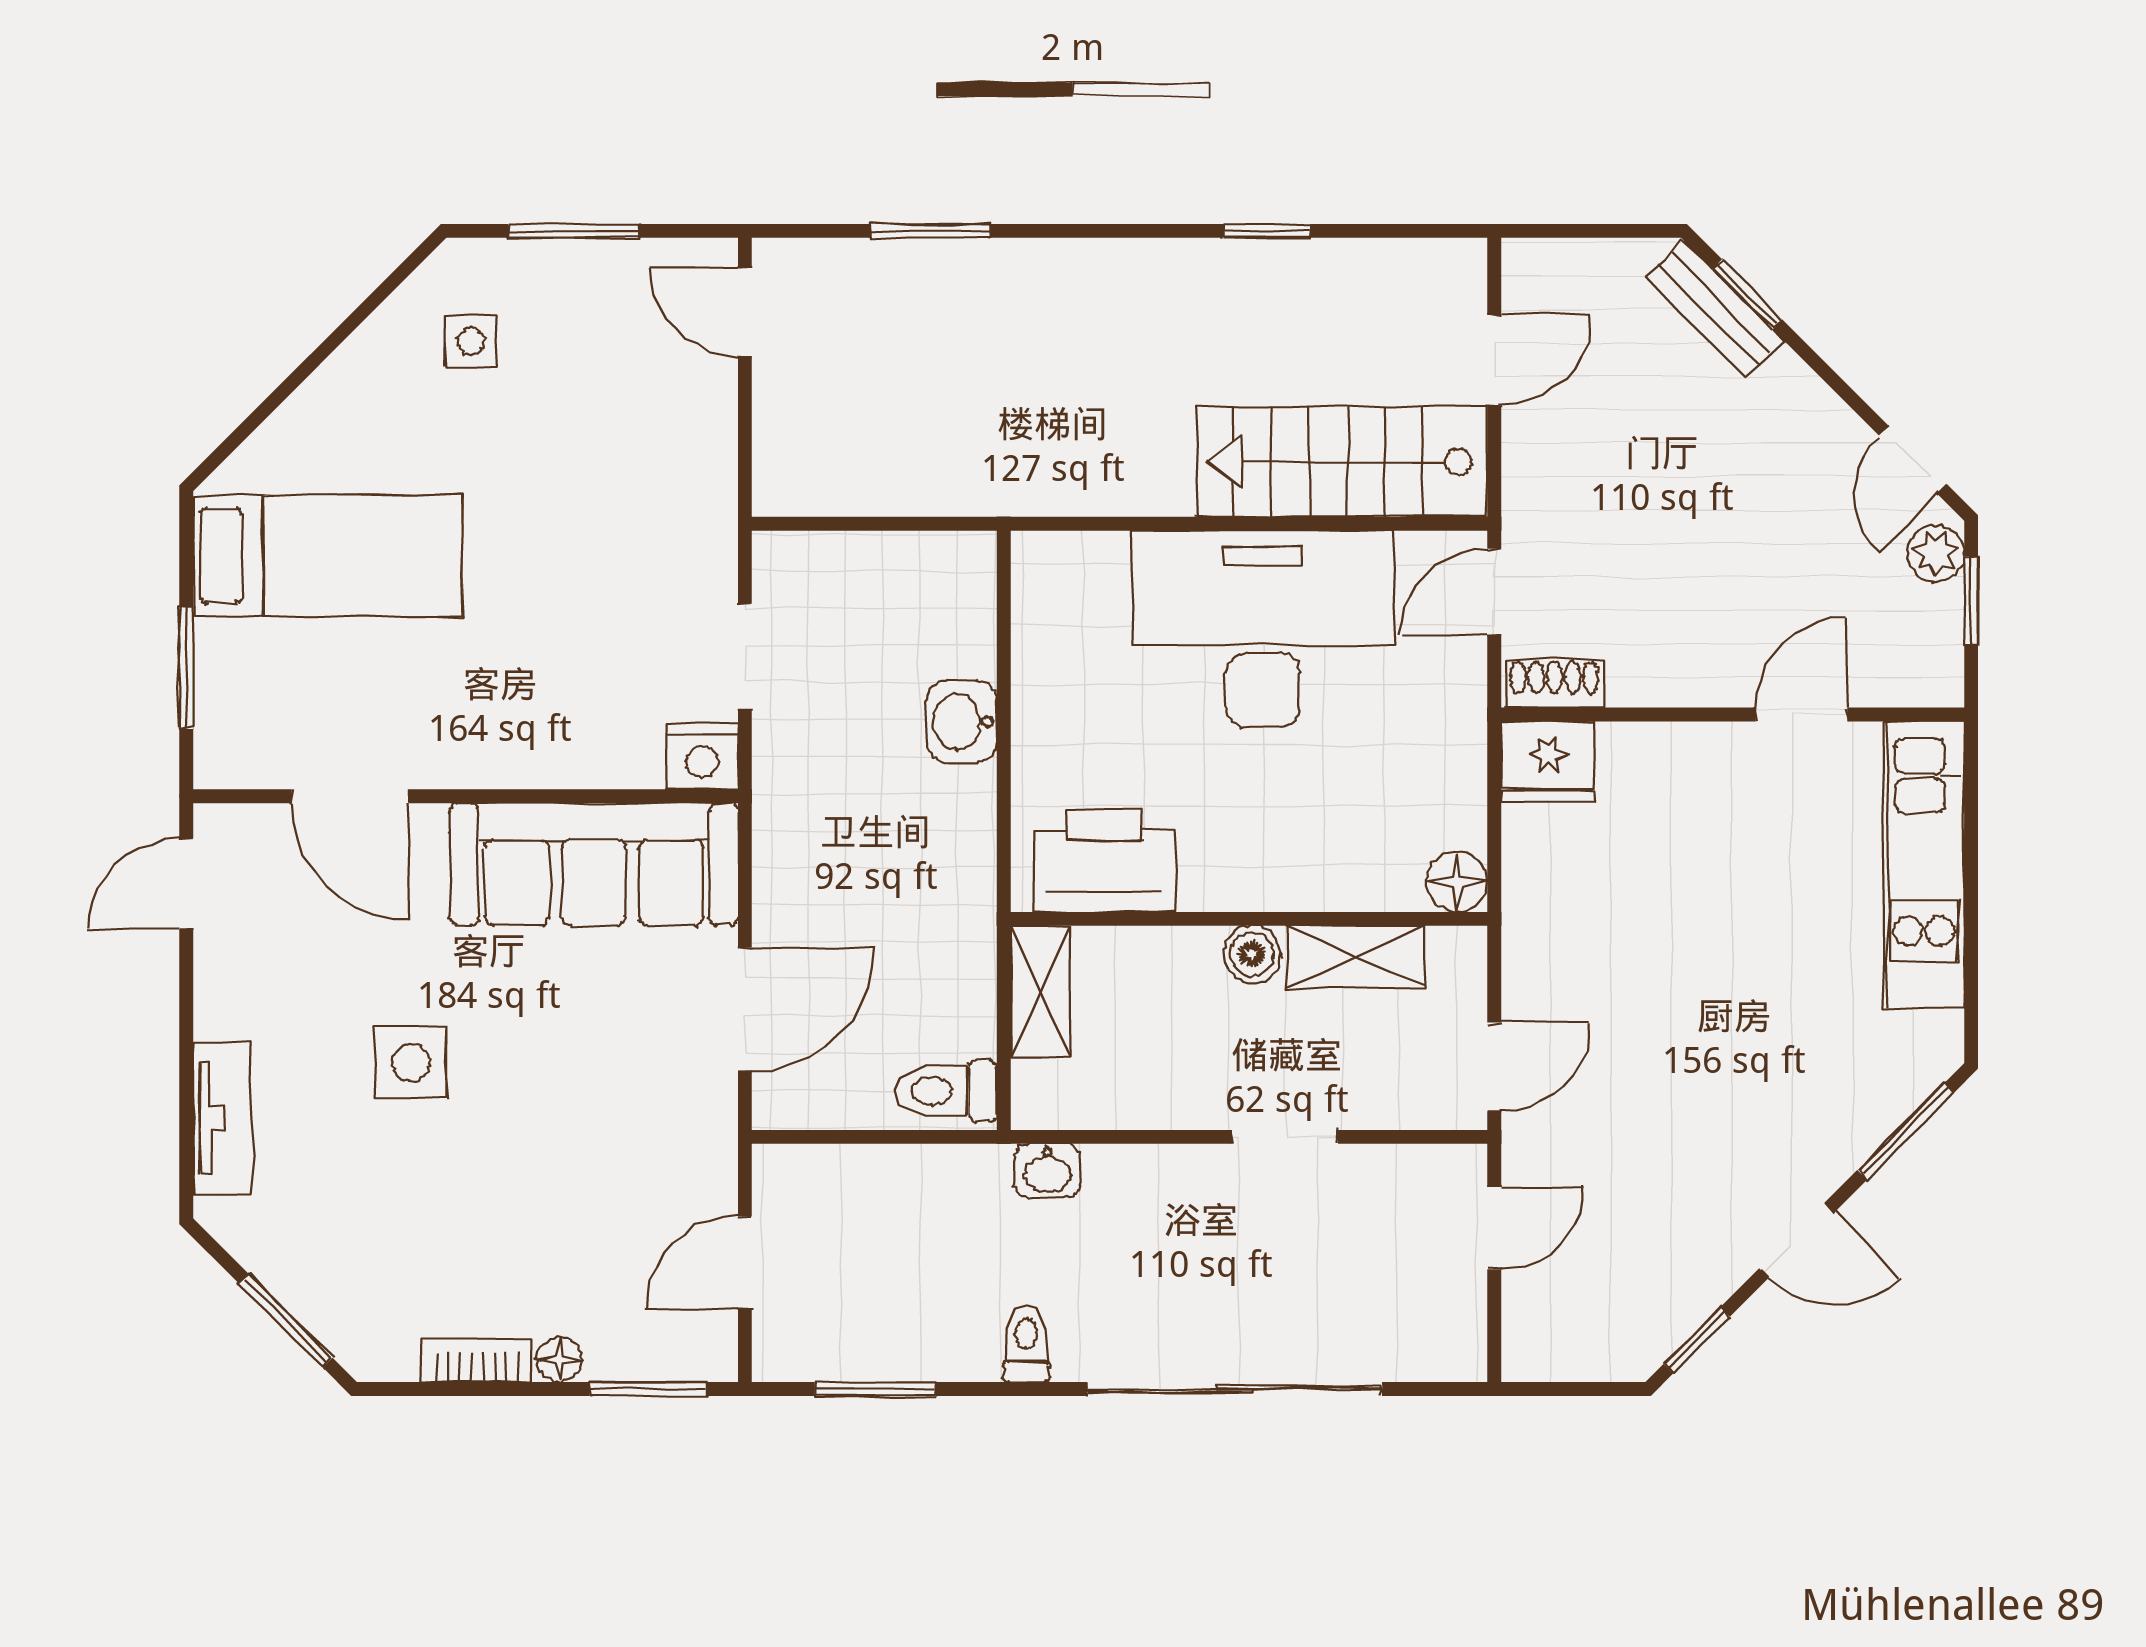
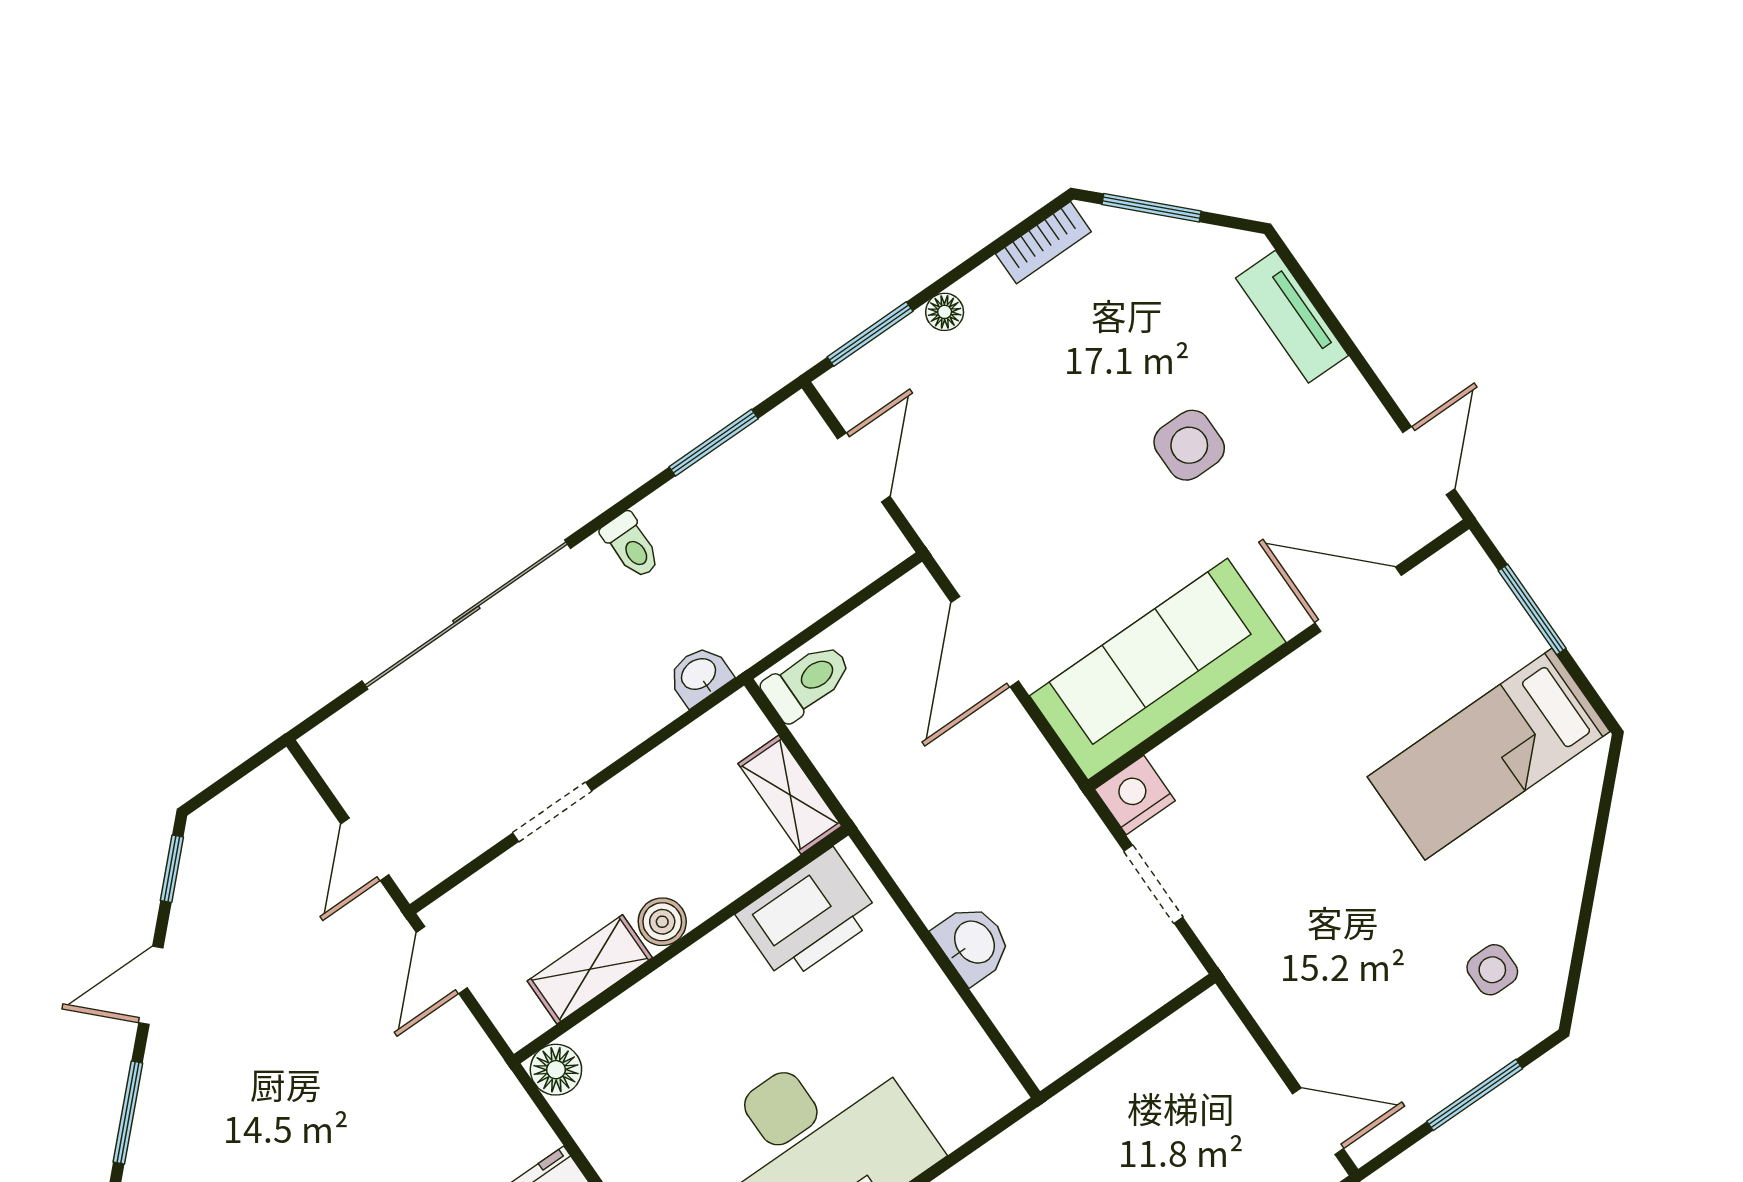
bookcase: (477, 1360) -> (1043, 243), moved

